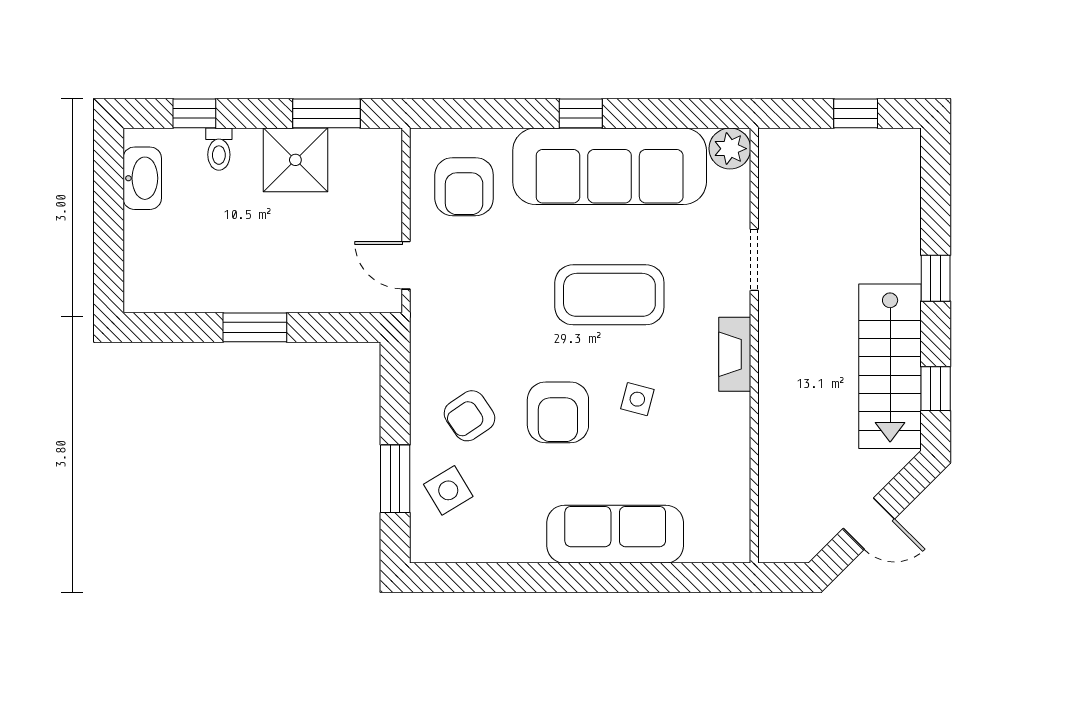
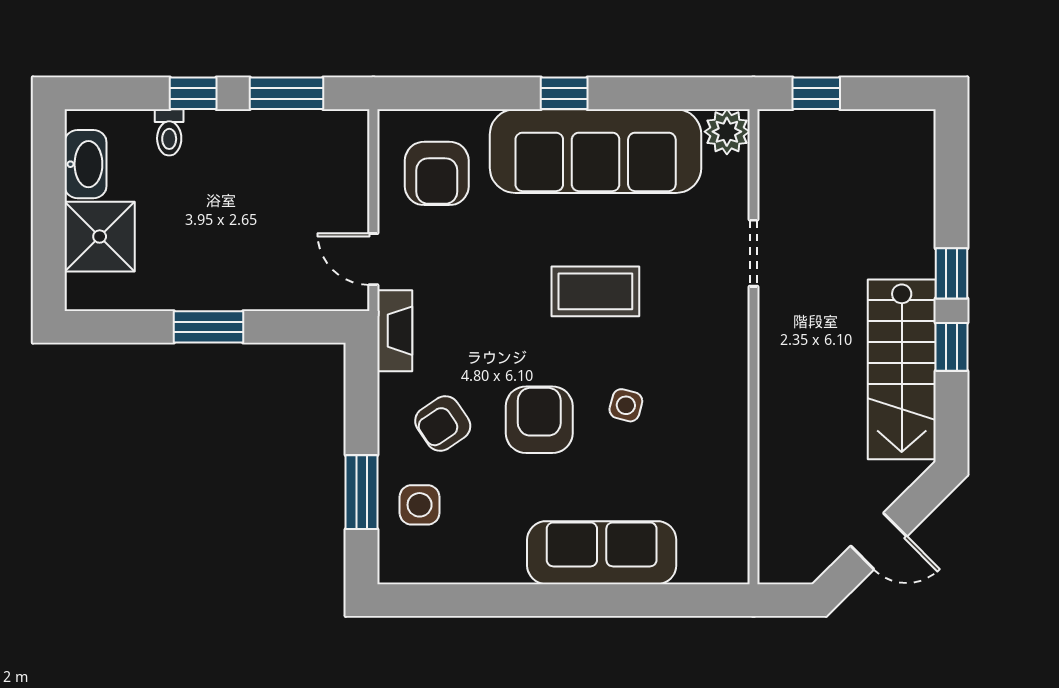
window: (194, 113) -> (193, 93), moved
window: (856, 113) -> (816, 93), moved
shower: (295, 160) -> (100, 237), moved
coffee table: (609, 295) -> (595, 291), width x0.73, depth x0.76
fireplace: (735, 354) -> (395, 331), moved, turned 180
window: (936, 389) -> (951, 347), moved
armchair: (558, 412) -> (539, 420), turned 180
side table: (448, 490) -> (420, 505), turned 31

